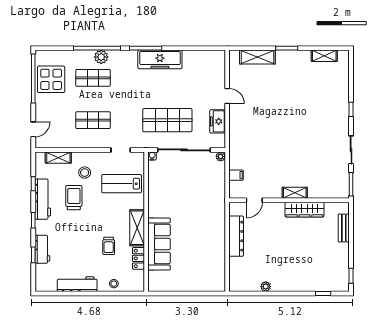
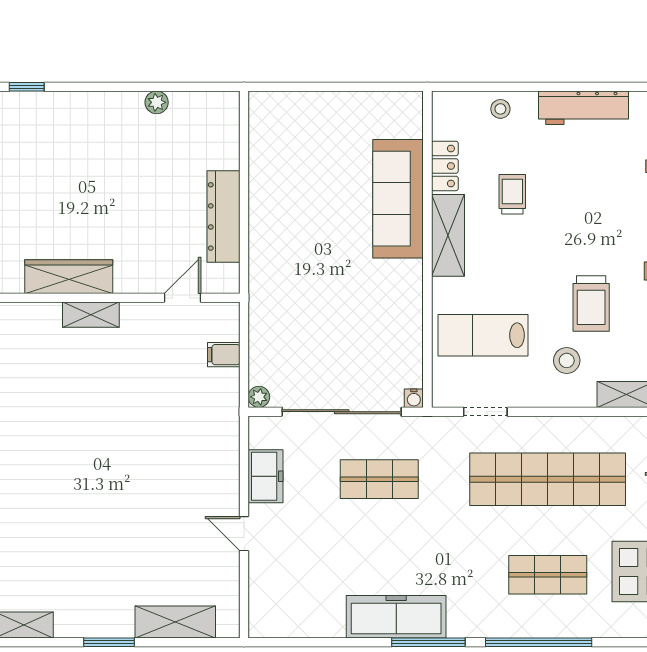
plant: (101, 57) -> (529, 622), removed
shop shelf: (93, 120) -> (548, 479), width x2.00, depth x1.36
shop shelf: (167, 120) -> (379, 479), width x0.70, depth x0.74
lab bench: (122, 184) -> (483, 335), turned 180

